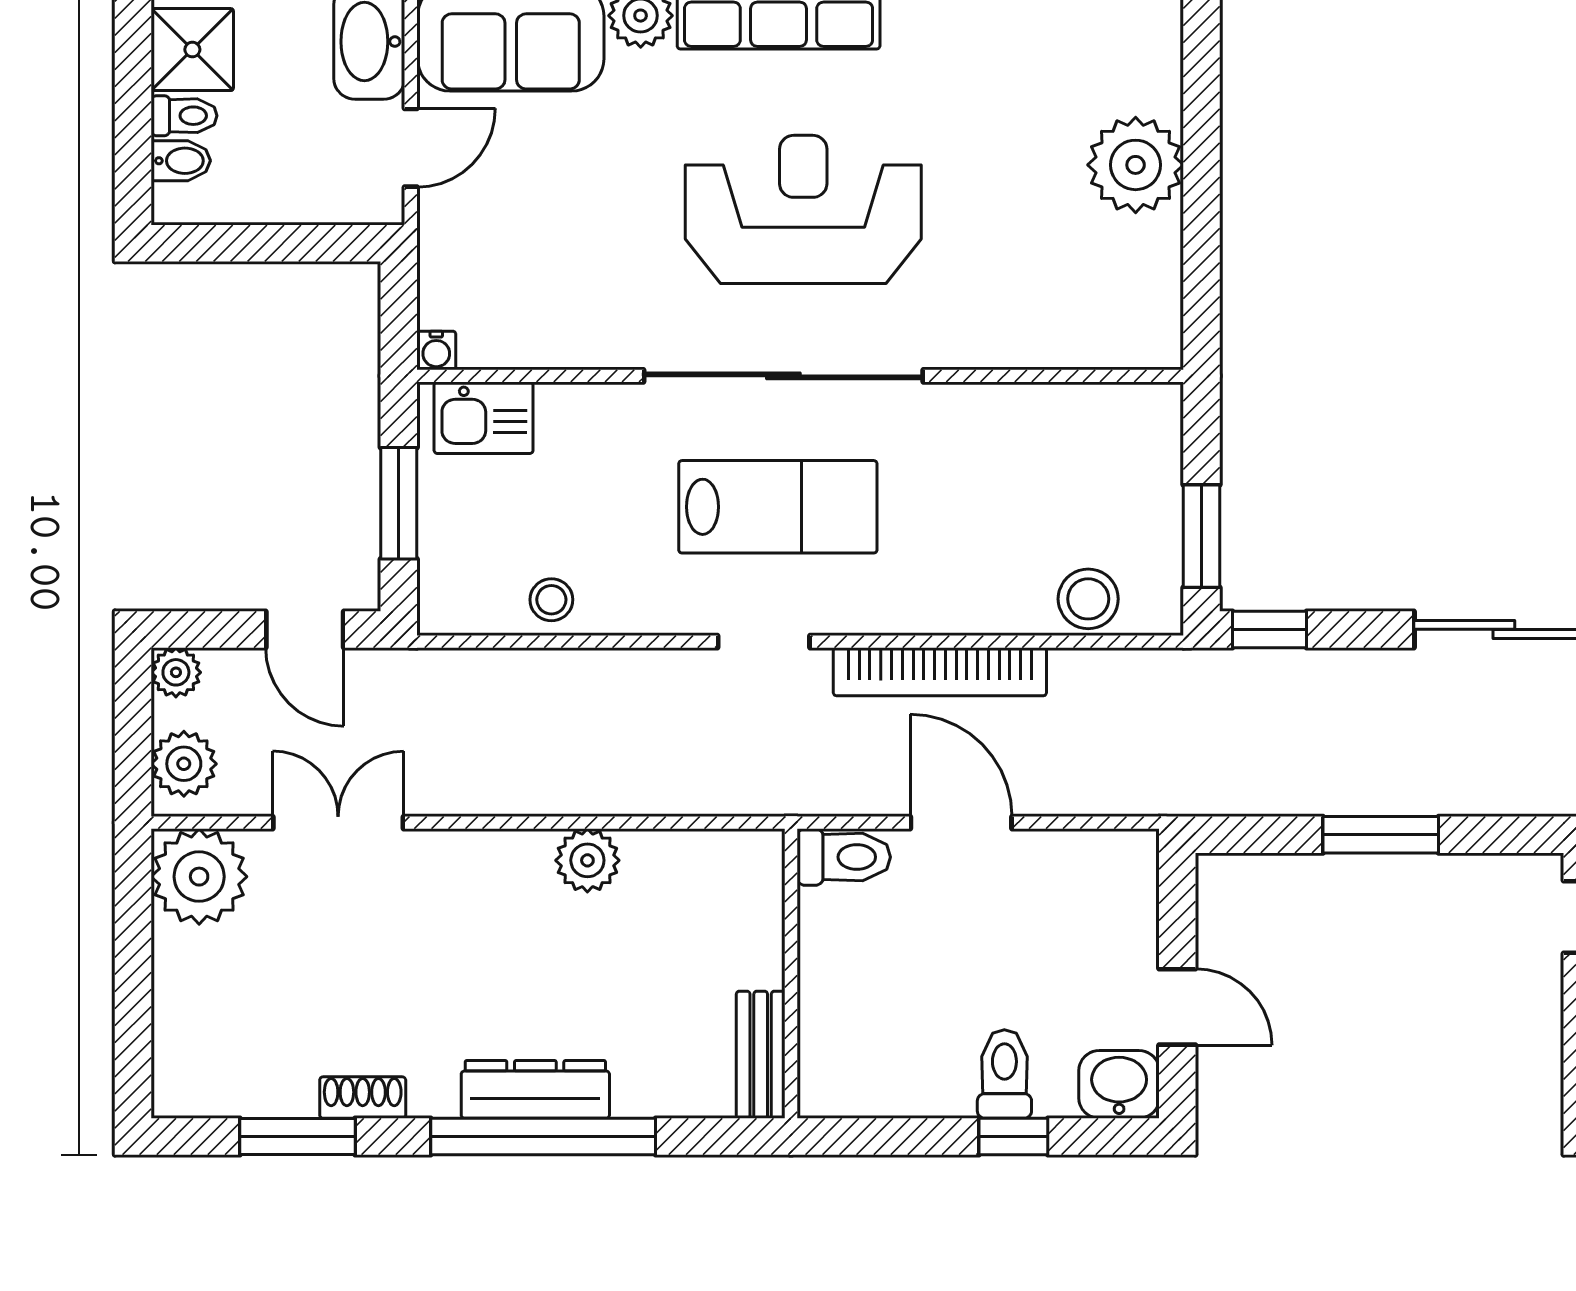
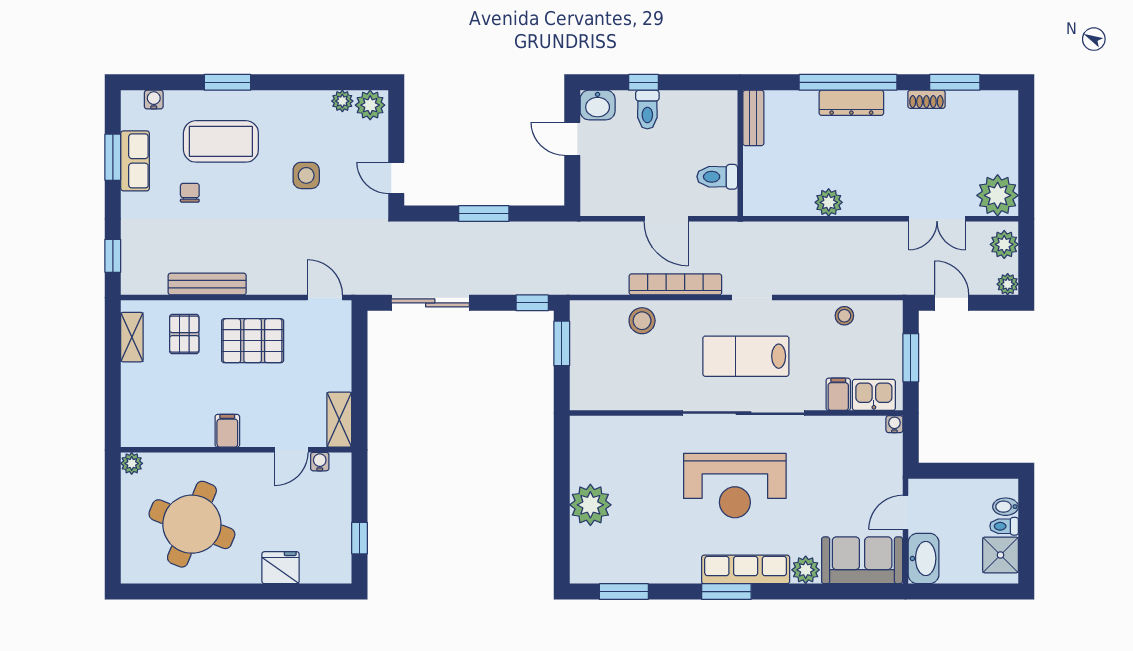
filing cabinet: (566, 419) -> (838, 394), added
stool: (1088, 599) -> (642, 321), moved
toilet: (844, 857) -> (717, 177), moved

